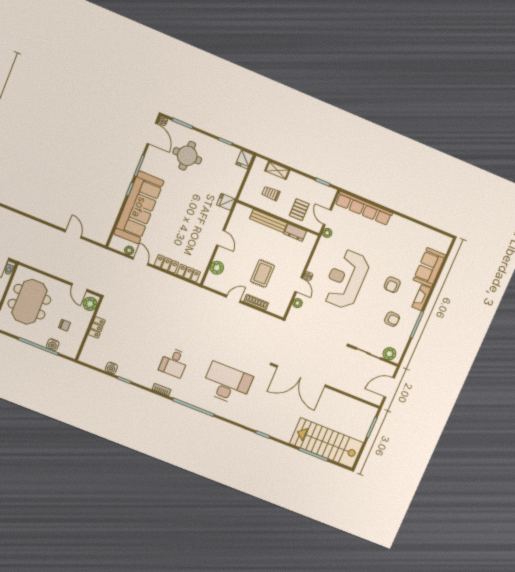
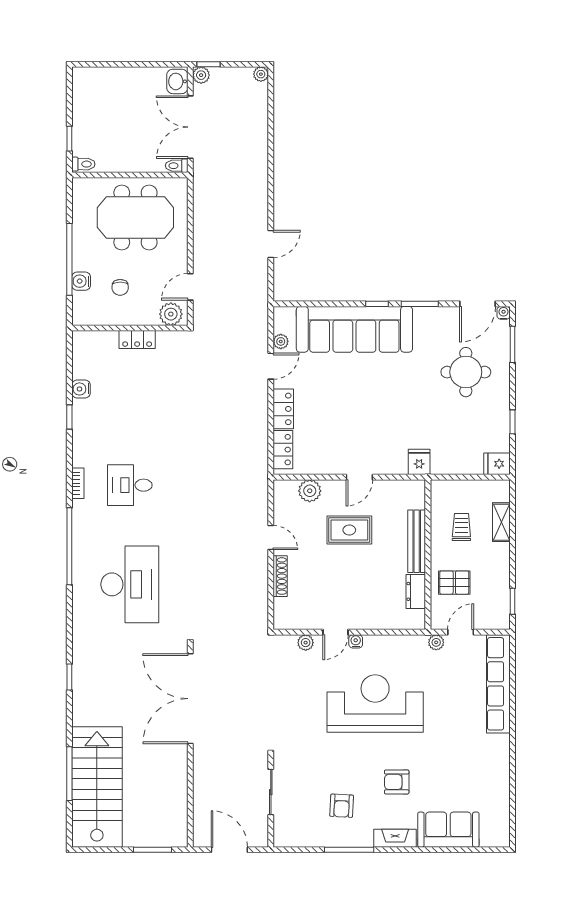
rug: (263, 273) -> (349, 530), moved
plant: (389, 354) -> (284, 826), removed

